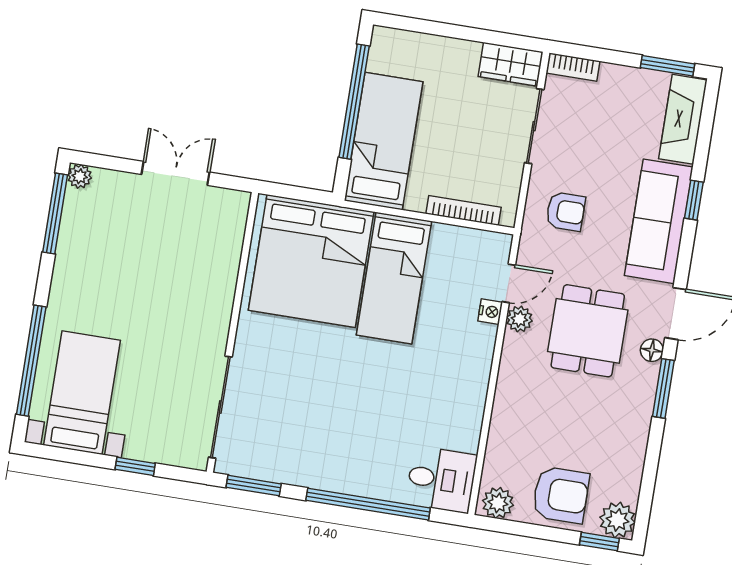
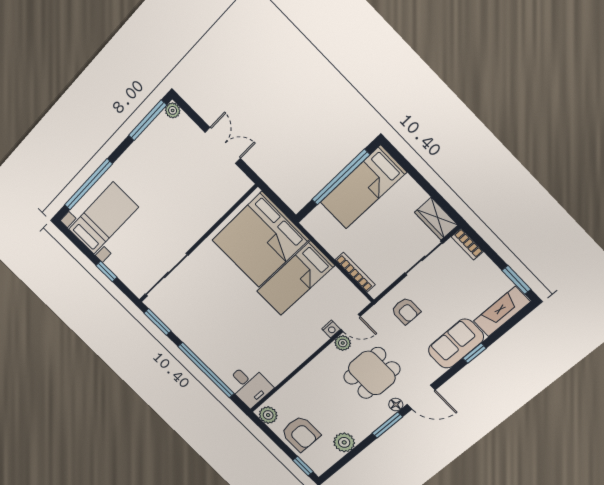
bed: (384, 141) -> (363, 187), moved, turned 180
sofa: (659, 221) -> (456, 344), width x0.73
plant: (618, 520) -> (344, 442), moved

